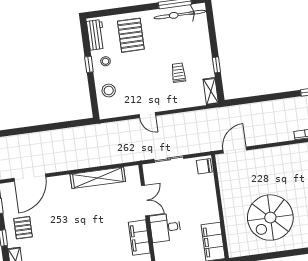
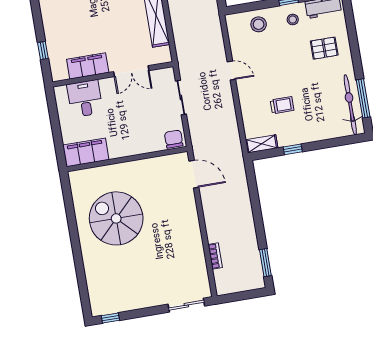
pallet: (131, 35) -> (324, 48), width x0.67, depth x0.71
door: (147, 115) -> (231, 71), swing flipped
desk: (165, 228) -> (85, 99), moved

